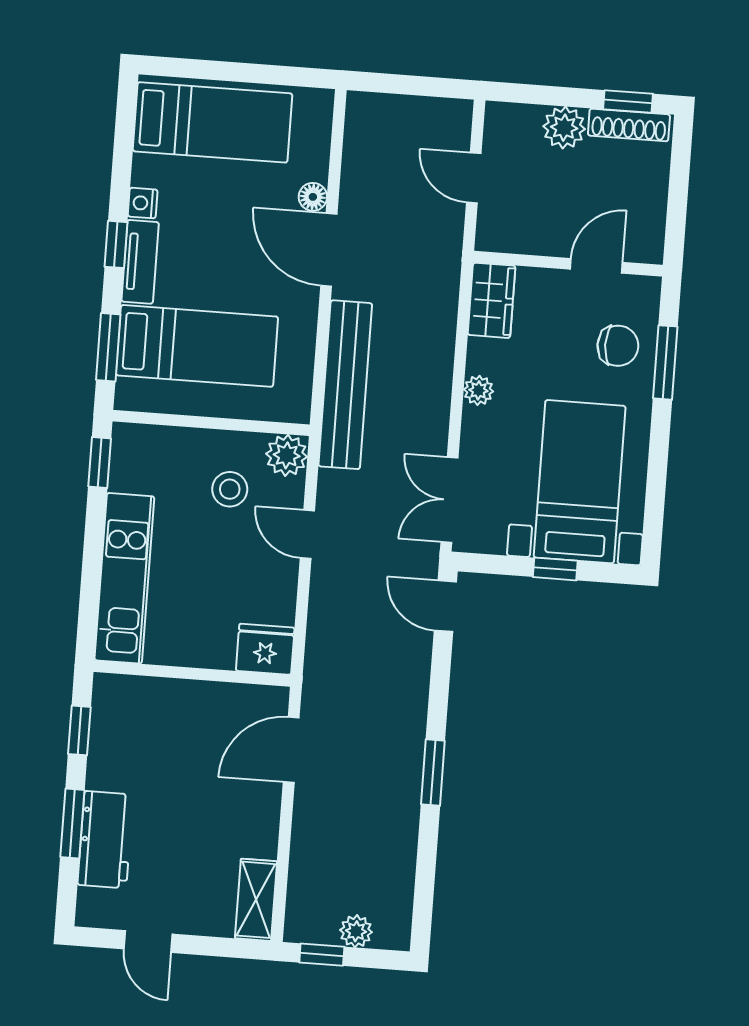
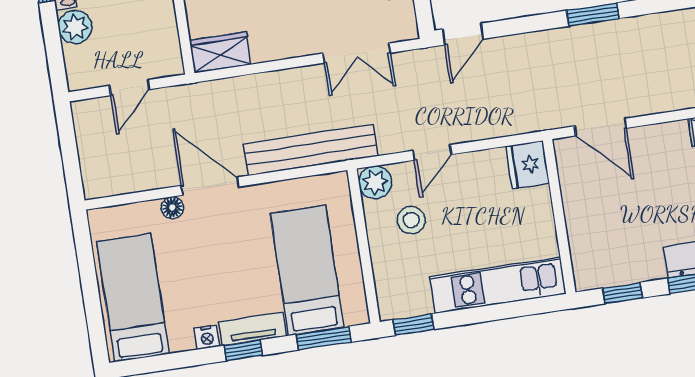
door: (329, 250) -> (210, 186), swing flipped
plant: (478, 390) -> (292, 47), removed
double door: (450, 500) -> (357, 53), moved

